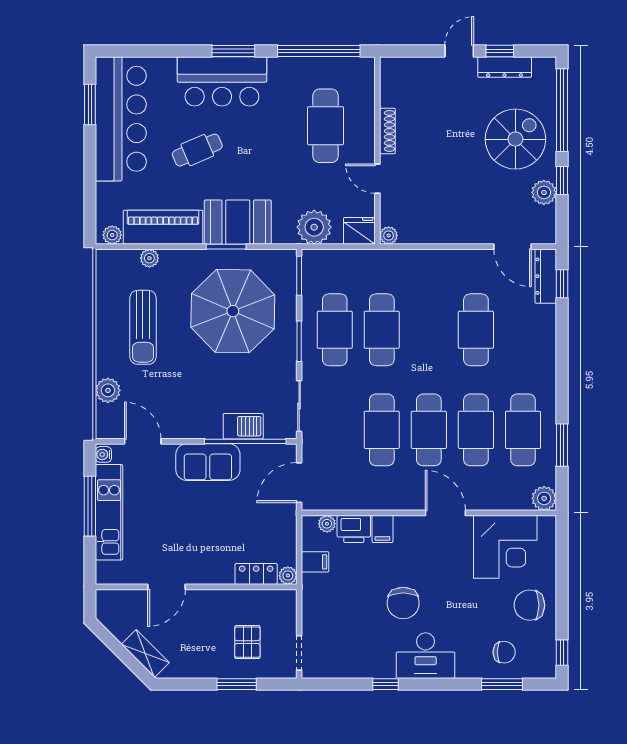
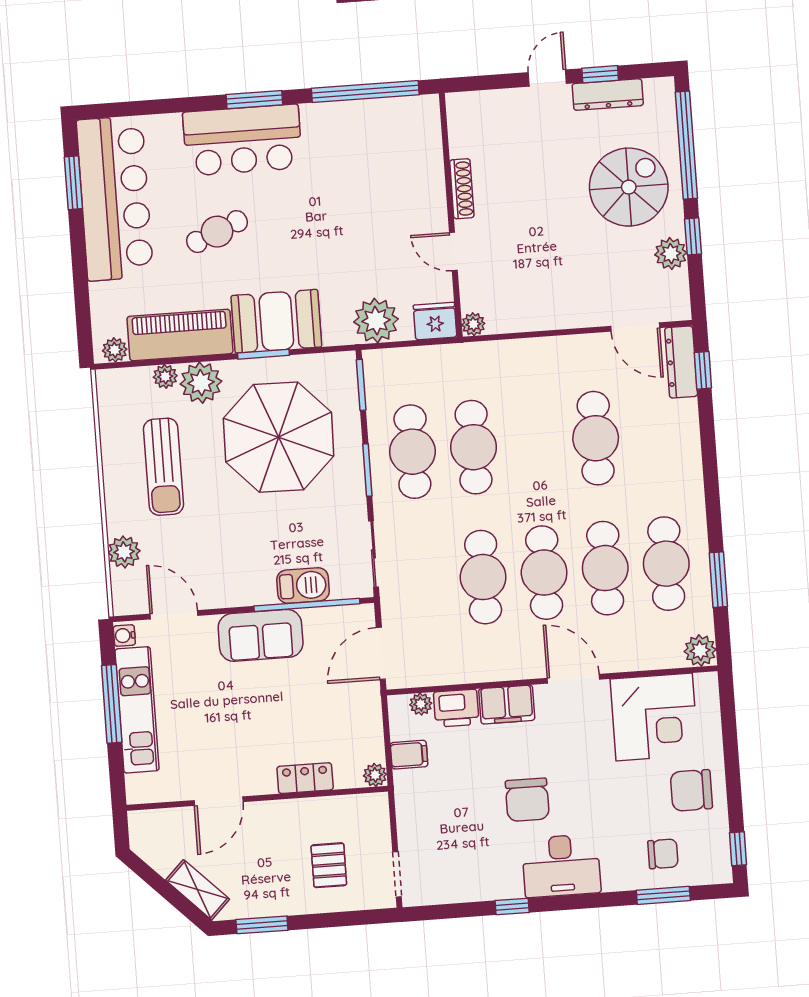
cafe table: (326, 126) -> (381, 188), removed
plant: (176, 265) -> (201, 383), added
filing cabinet: (382, 529) -> (507, 704), width x2.00
locker: (256, 574) -> (305, 778), moved
window: (237, 684) -> (262, 925), moved

